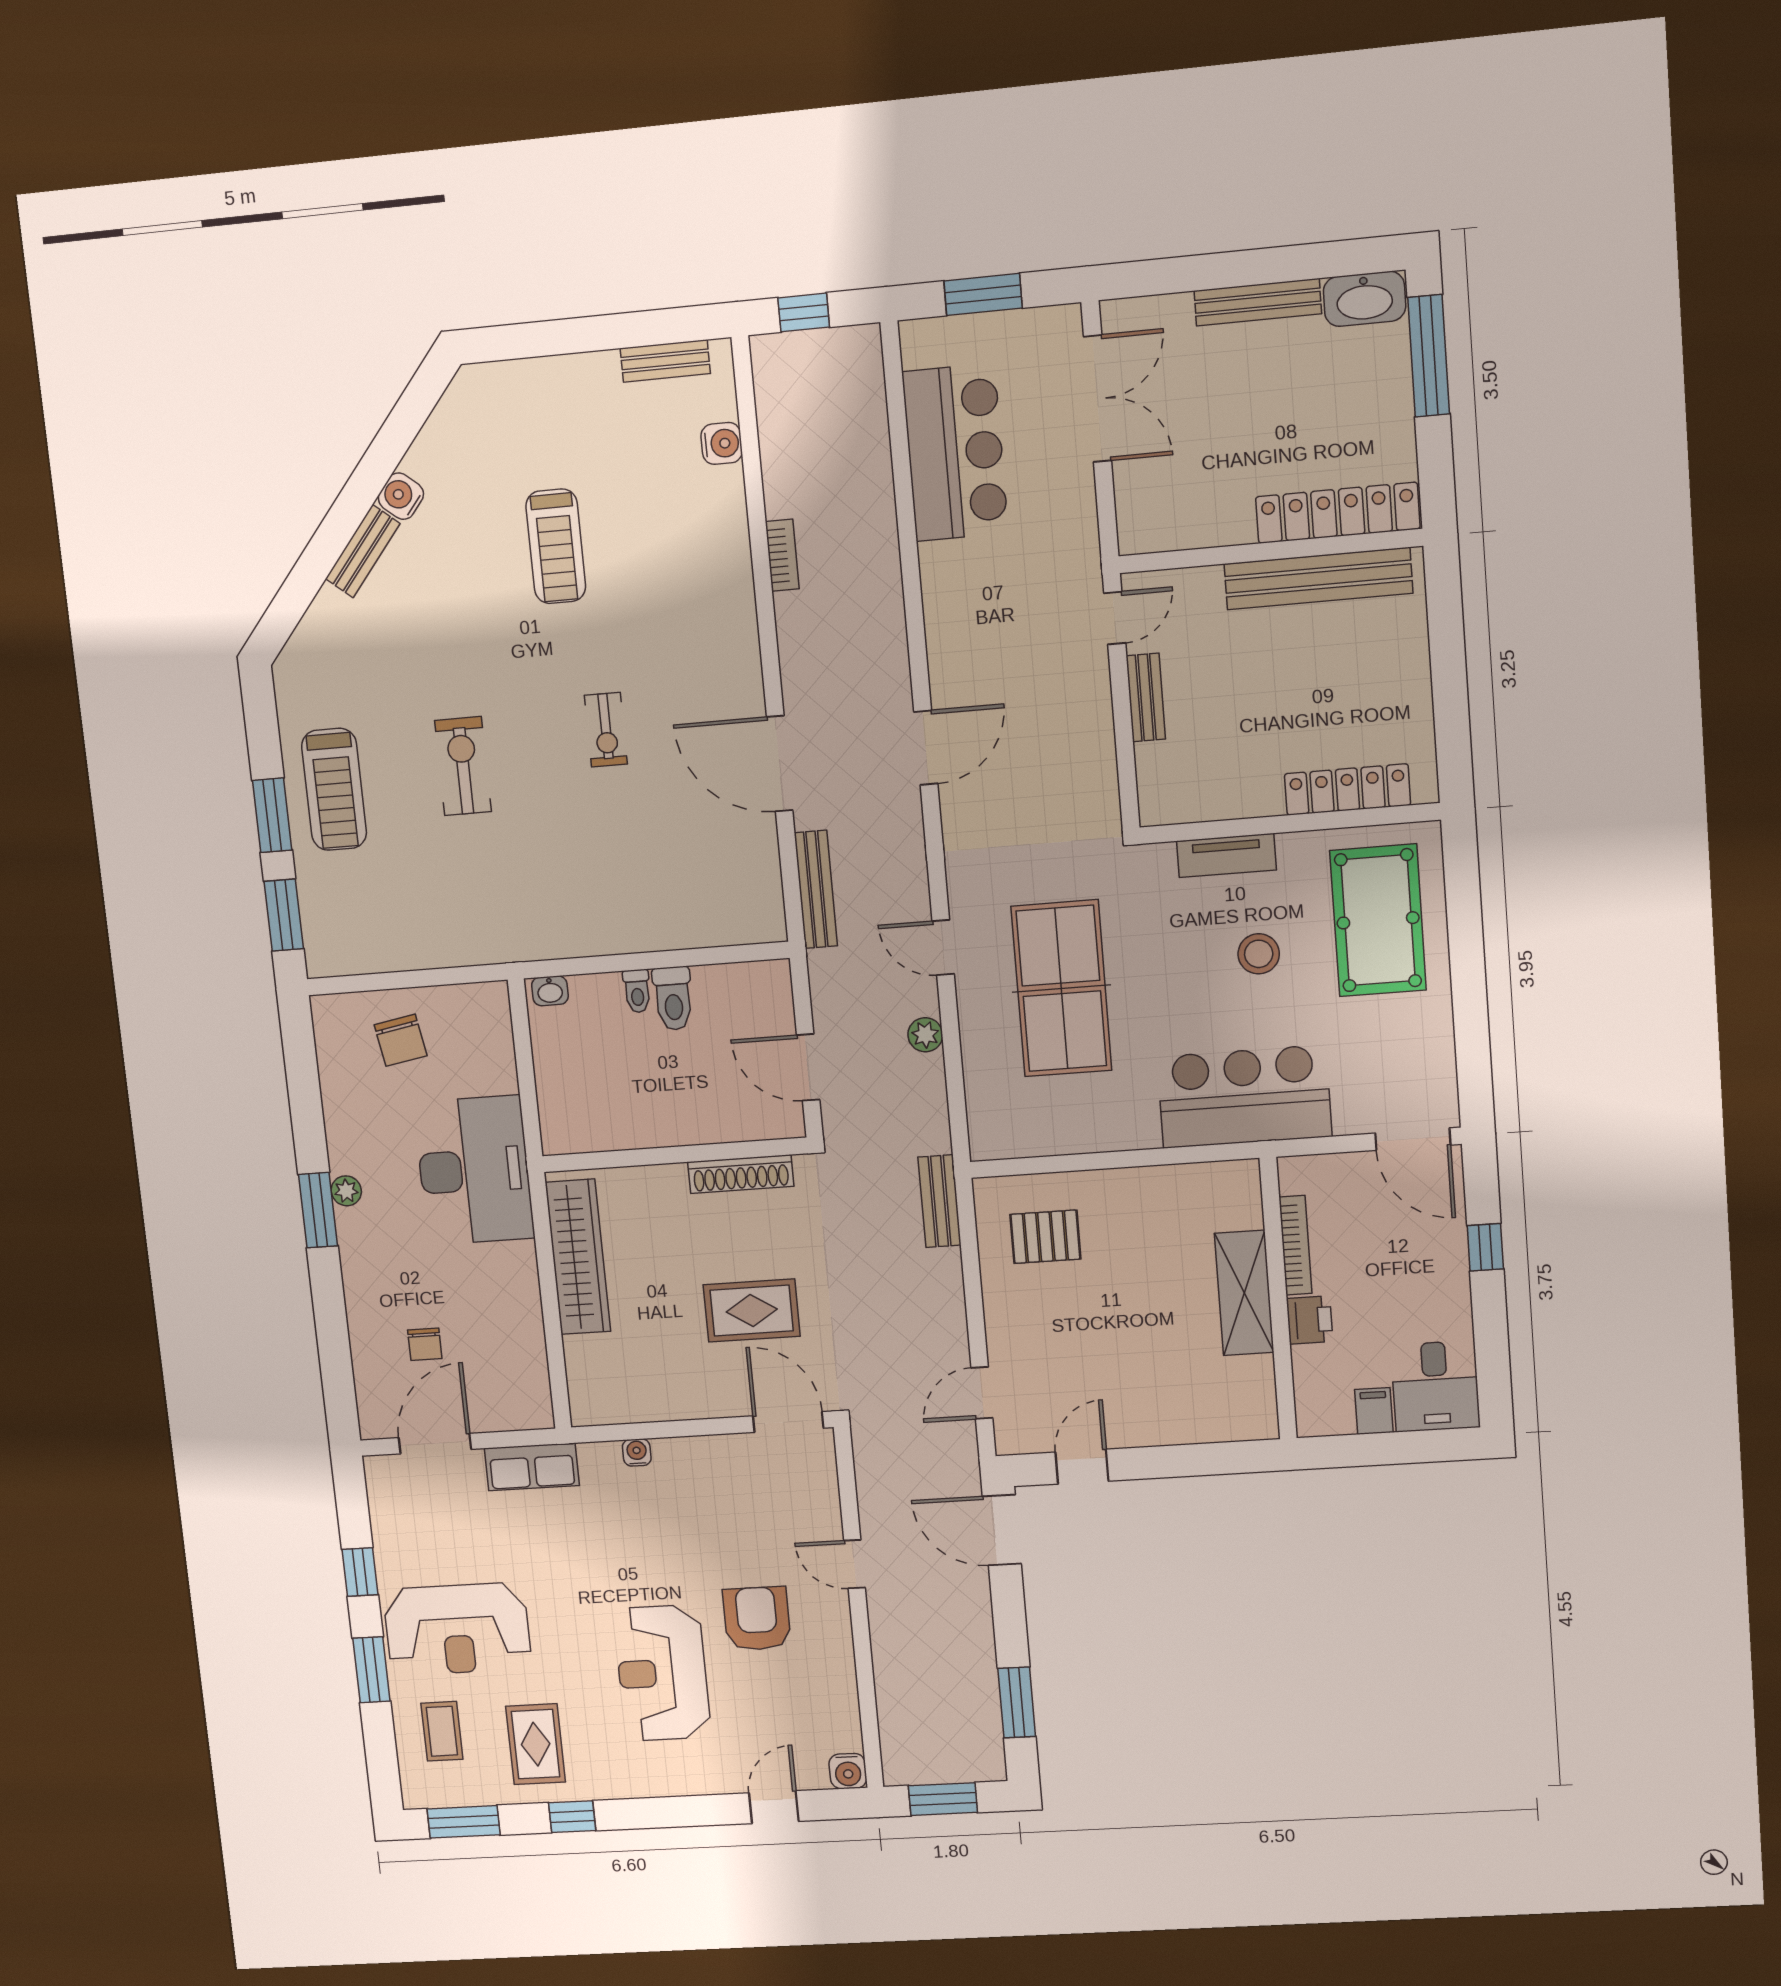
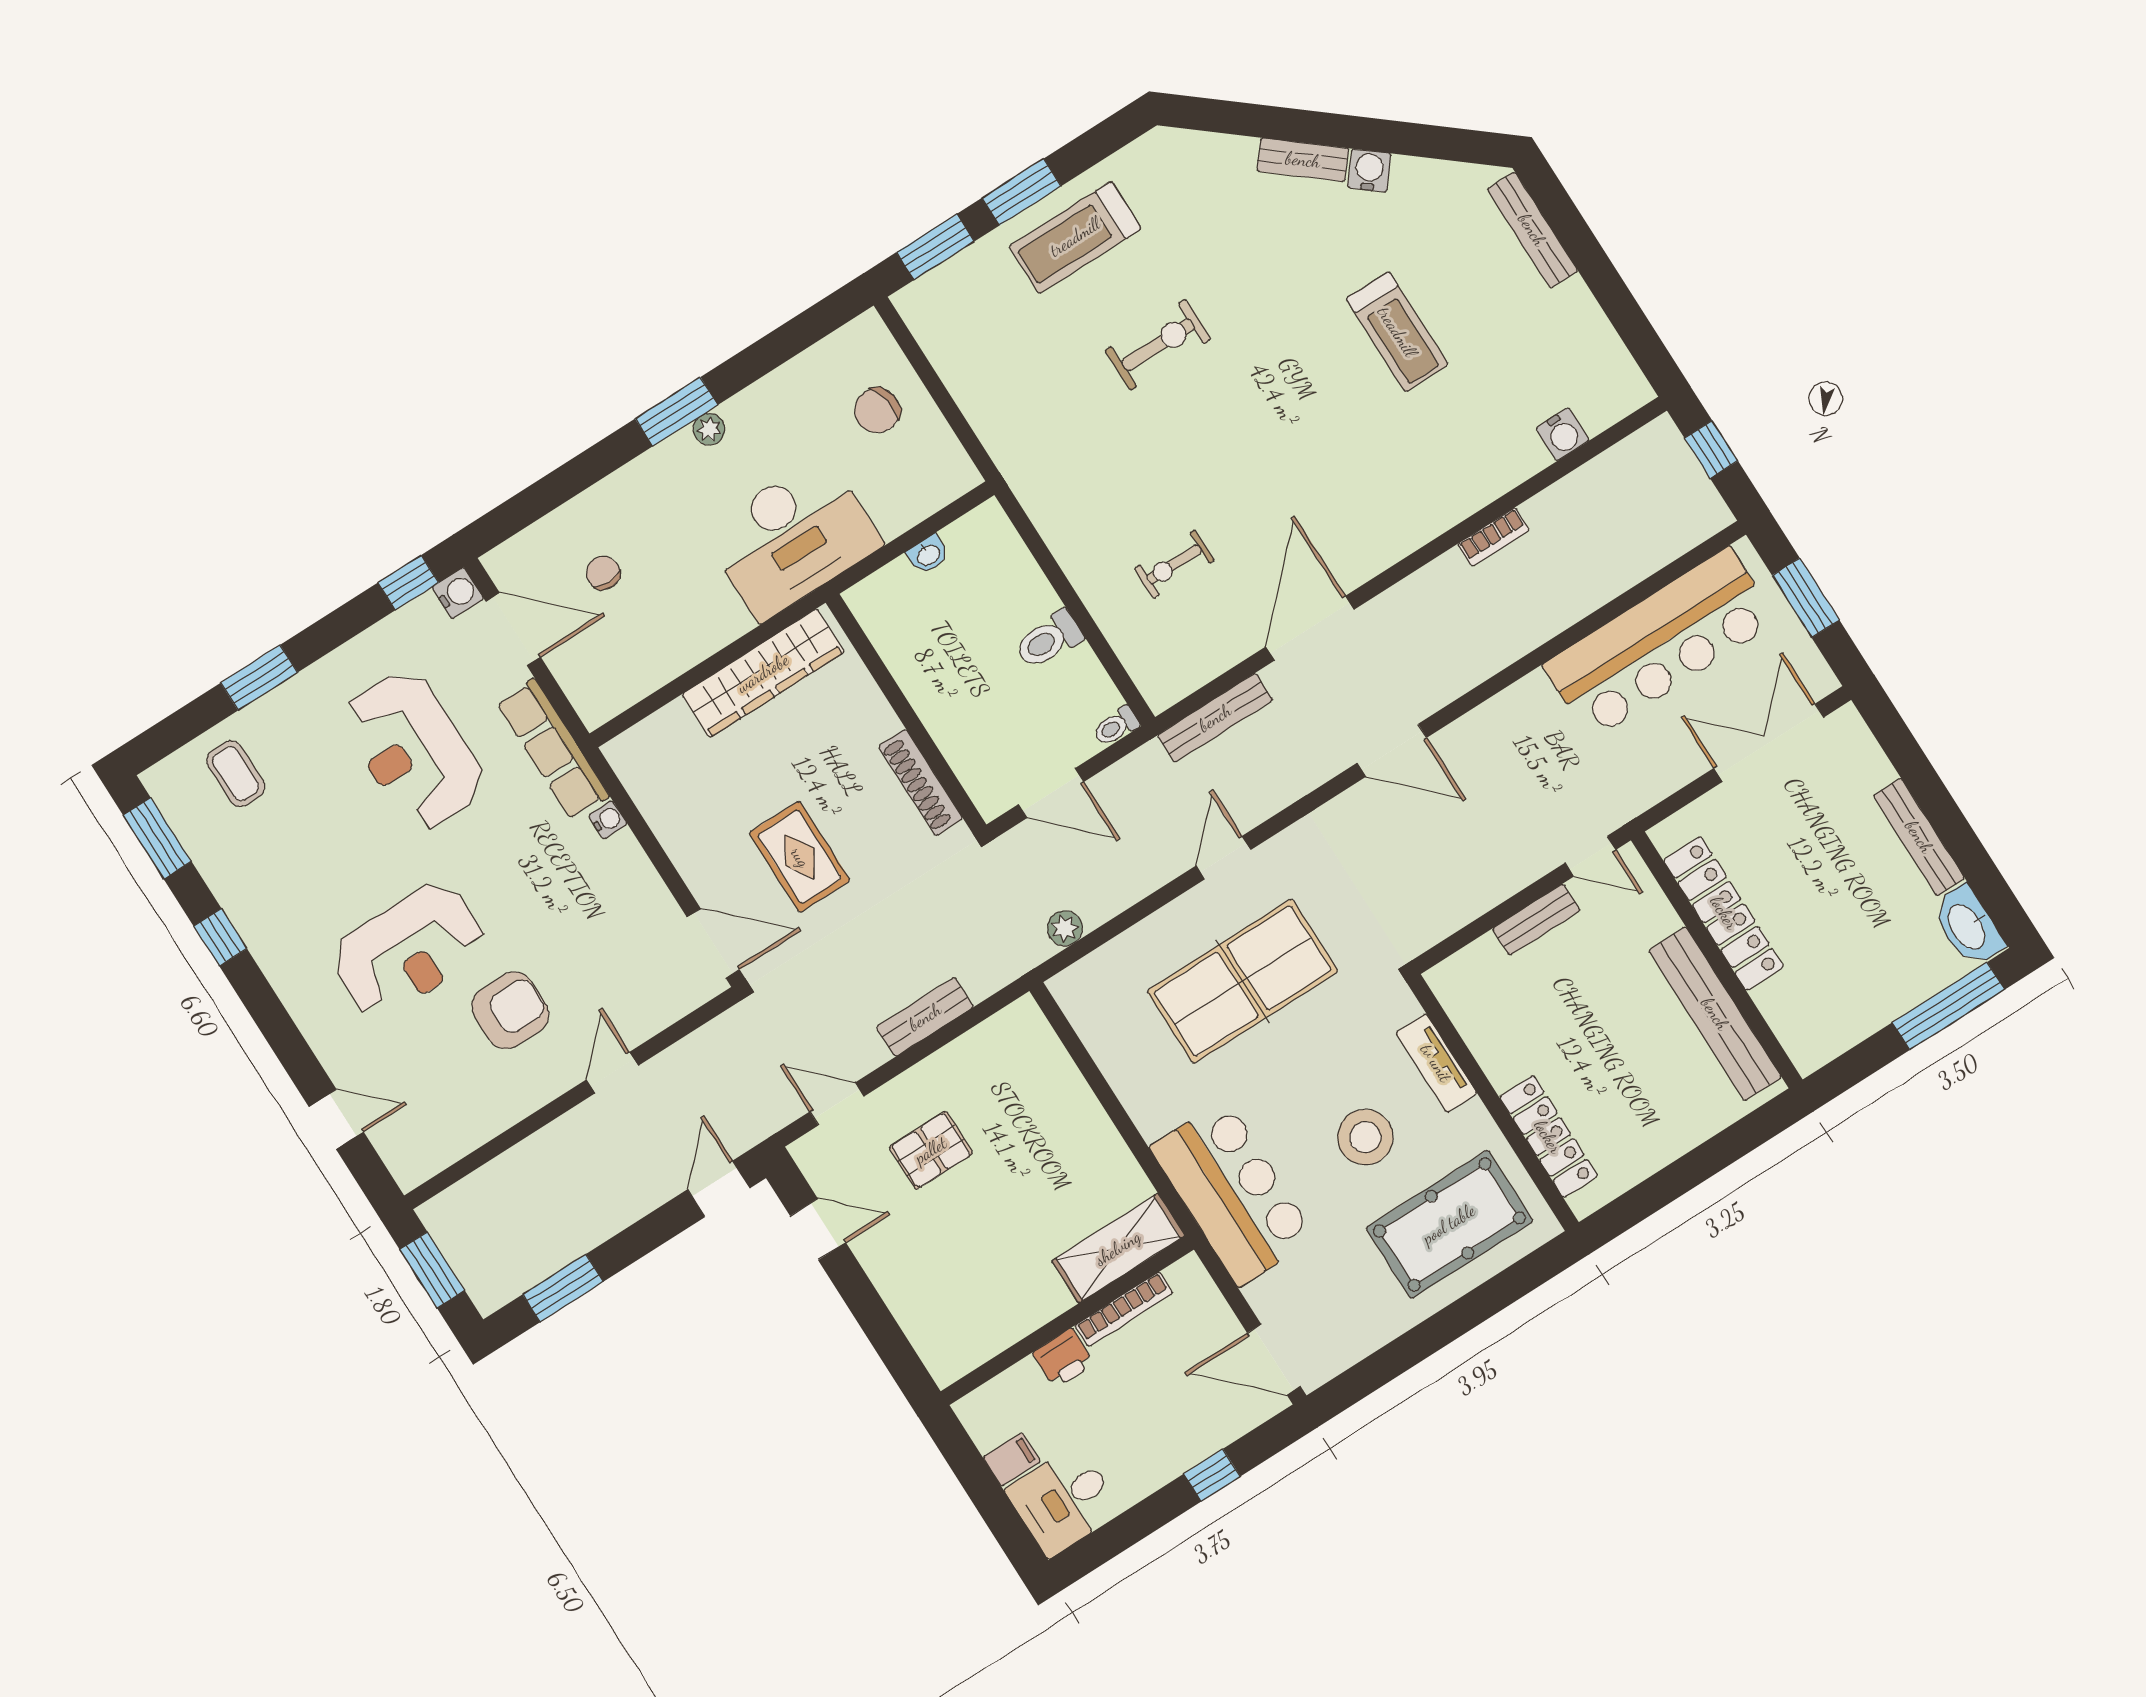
bench: (665, 361) -> (1532, 230), moved, width x1.36
double door: (1098, 399) -> (1769, 743), swing flipped
bar counter: (955, 453) -> (1660, 643), width x1.36
locker: (1338, 513) -> (1724, 913), moved
treadmill: (556, 546) -> (1397, 332), turned -90
exercise bike: (606, 730) -> (1174, 564), moved
stool: (1259, 954) -> (1365, 1137), width x1.38, depth x1.38
washbasin: (550, 991) -> (928, 555), moved, turned -90
toilet: (637, 991) -> (1116, 726), moved
plant: (925, 1035) -> (1065, 928), moved
door: (808, 1067) -> (1051, 793), swing flipped
door: (1413, 1139) -> (1274, 1360), hinge flipped
bench: (940, 1201) -> (925, 1017), moved
pallet: (1045, 1237) -> (931, 1150), moved, turned 90
shelving: (1244, 1293) -> (1118, 1248), moved
chair: (425, 1344) -> (603, 573), turned 90
door: (788, 1422) -> (713, 943), hinge flipped
row of seats: (532, 1467) -> (553, 749), width x1.48
door: (1002, 1530) -> (719, 1189), width x0.73
window: (360, 1572) -> (408, 583), moved
reception desk: (457, 1629) -> (413, 750), moved
reception desk: (662, 1673) -> (409, 950), turned 180
coffee table: (442, 1731) -> (236, 774), turned 90
rug: (536, 1744) -> (273, 867), removed
water cooler: (848, 1771) -> (458, 593), moved, turned 180

